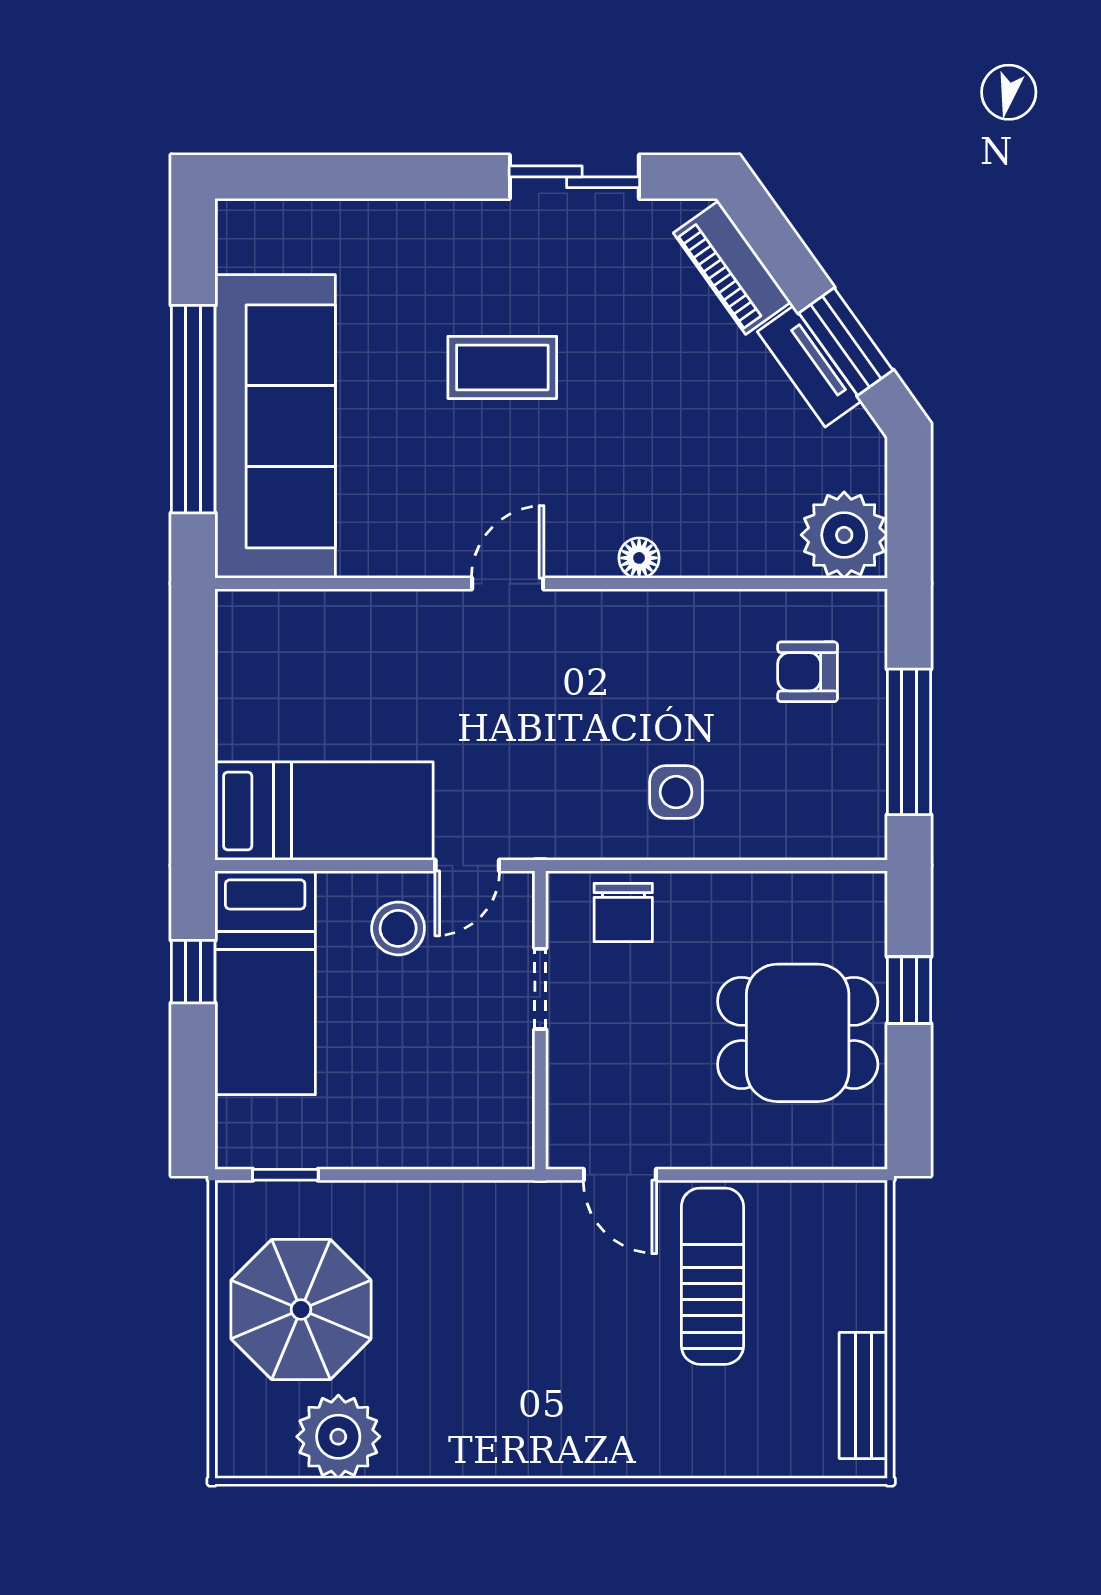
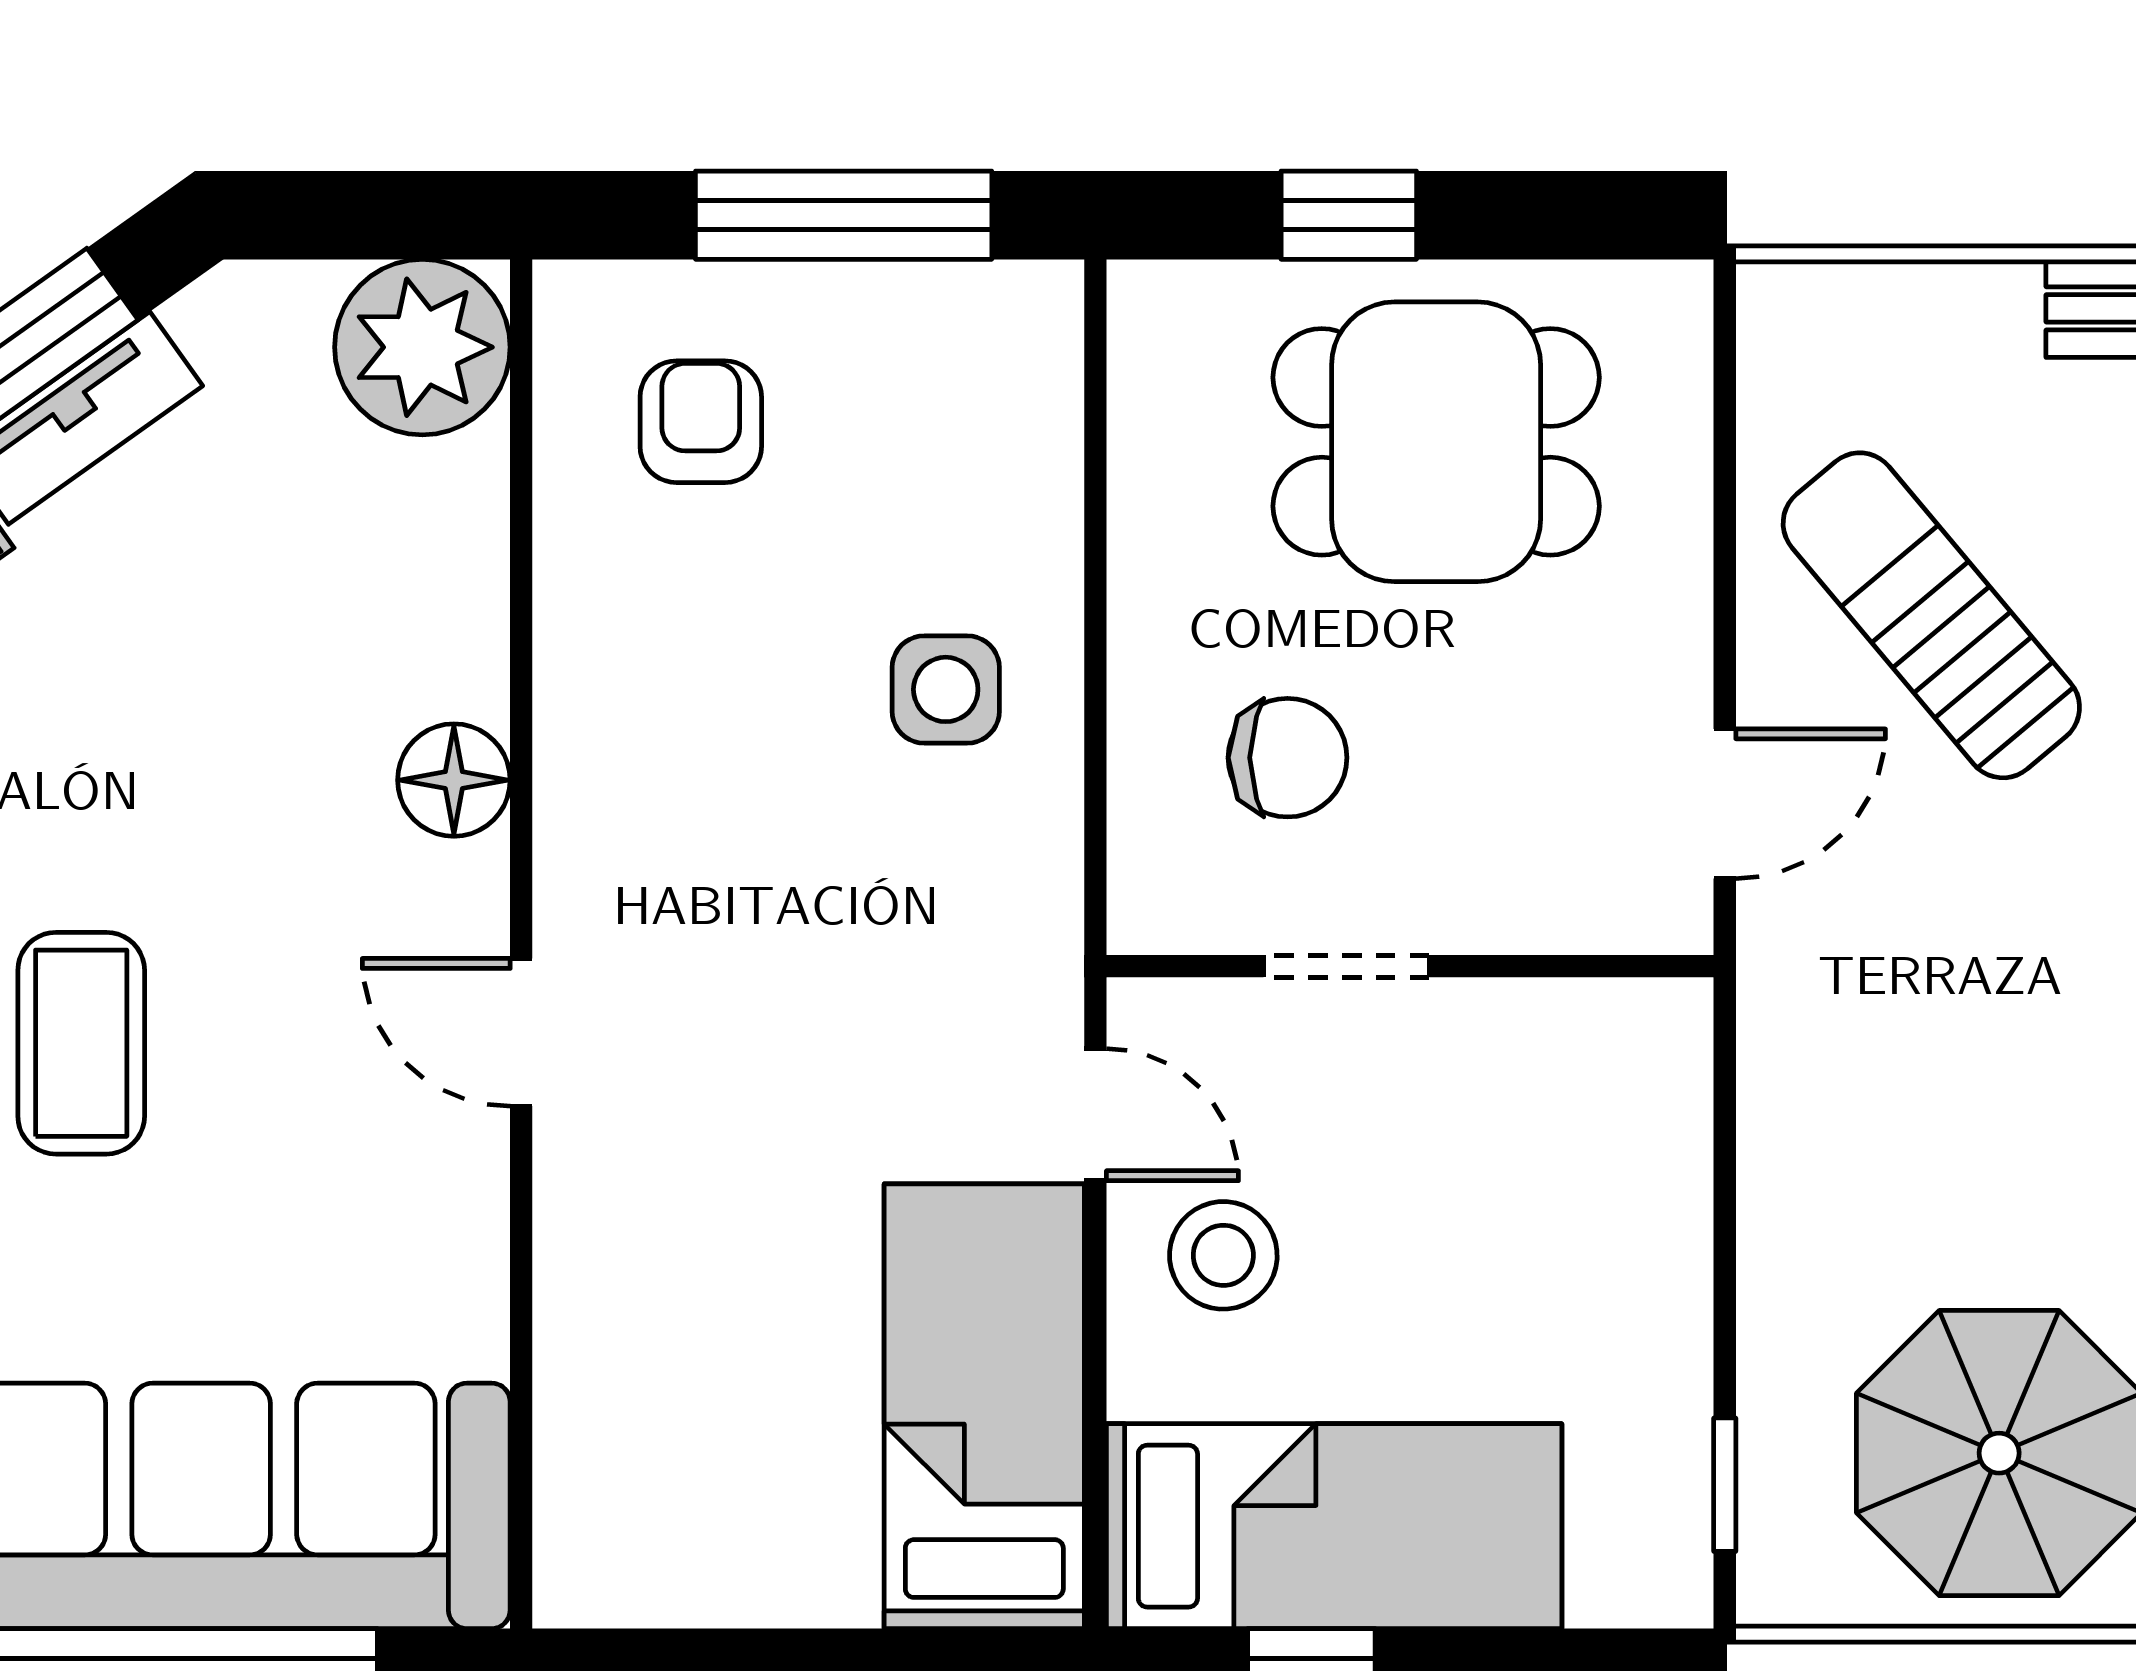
floor lamp: (639, 558) -> (454, 780), width x1.37, depth x1.37
armchair: (808, 672) -> (701, 422), turned 180
chair: (623, 912) -> (1288, 758), moved
dining table: (798, 1033) -> (1436, 442), turned 90
sun lounger: (712, 1276) -> (1931, 615), turned 50

